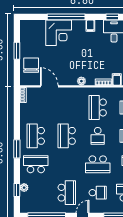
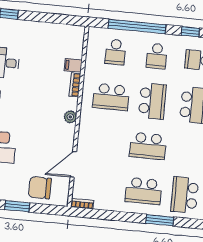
school desk: (98, 136) -> (152, 101), width x1.85

